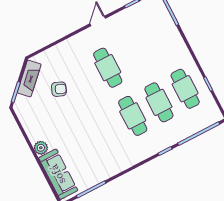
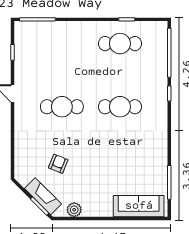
fireplace: (29, 78) -> (43, 196), moved
cafe table: (159, 102) -> (120, 75), removed
plant: (41, 148) -> (74, 210), moved

